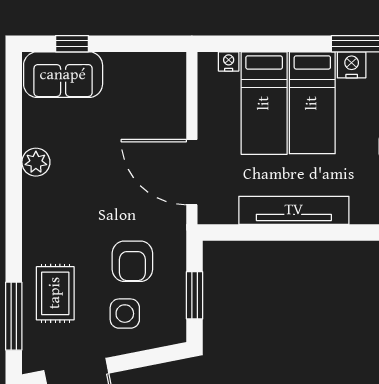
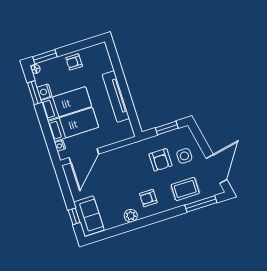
door: (192, 172) -> (84, 156), moved
armchair: (61, 210) -> (148, 198), added
armchair: (132, 261) -> (160, 160), turned 90

